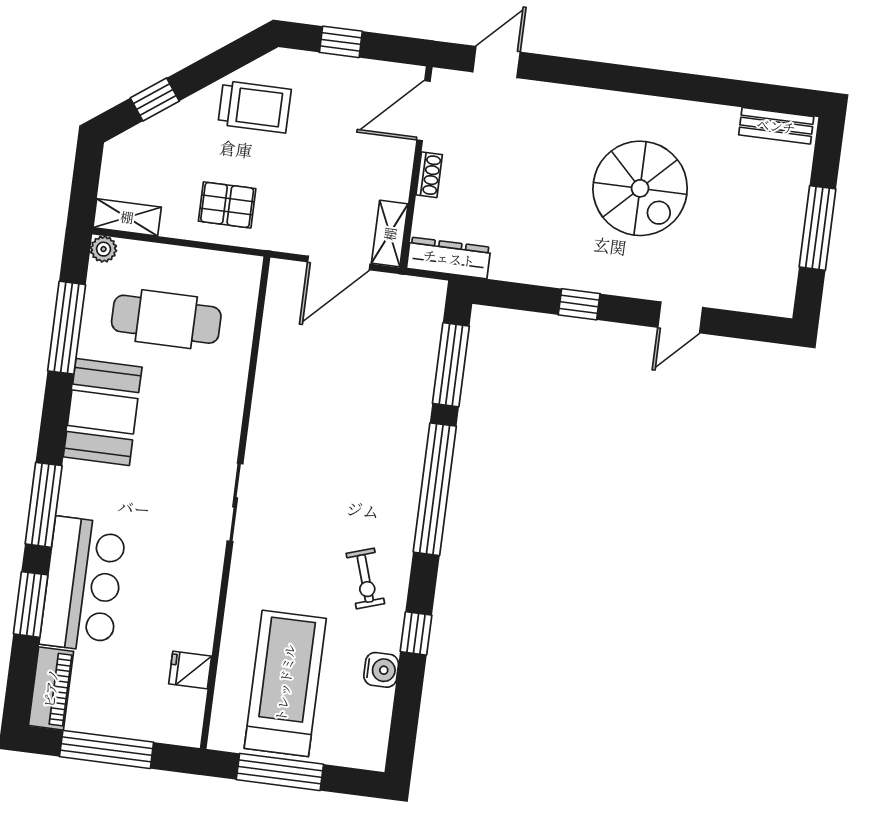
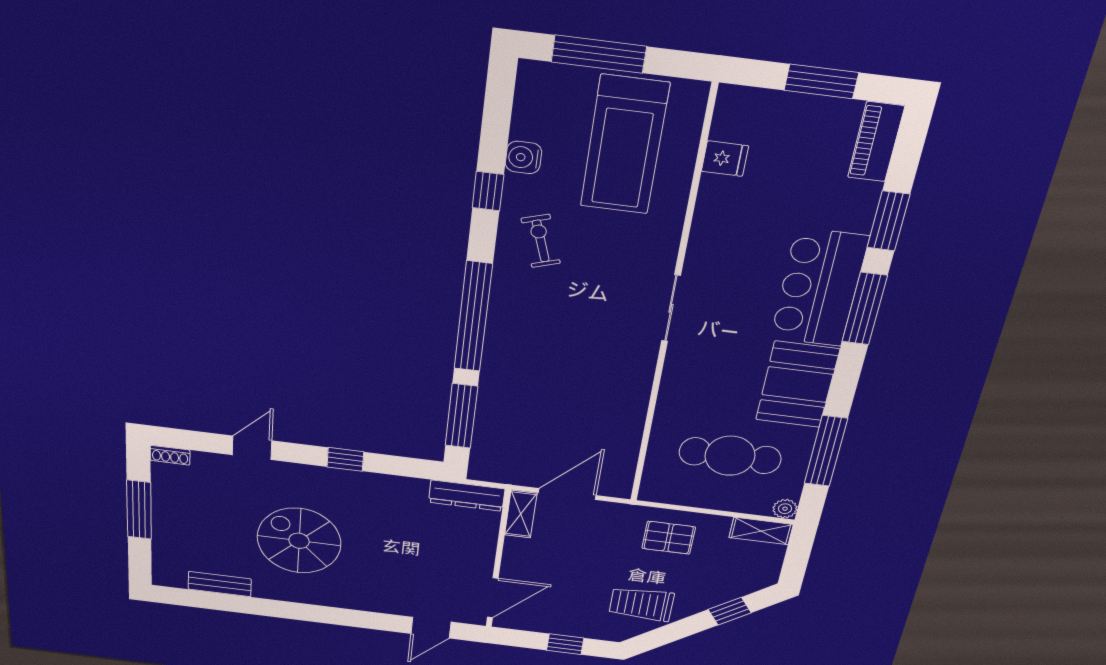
bench: (776, 126) -> (220, 584), moved
shoe rack: (429, 175) -> (170, 455), moved, turned -90
bar counter: (83, 585) -> (819, 288), moved
window: (107, 749) -> (821, 81), width x0.69
window: (280, 772) -> (599, 54), moved

